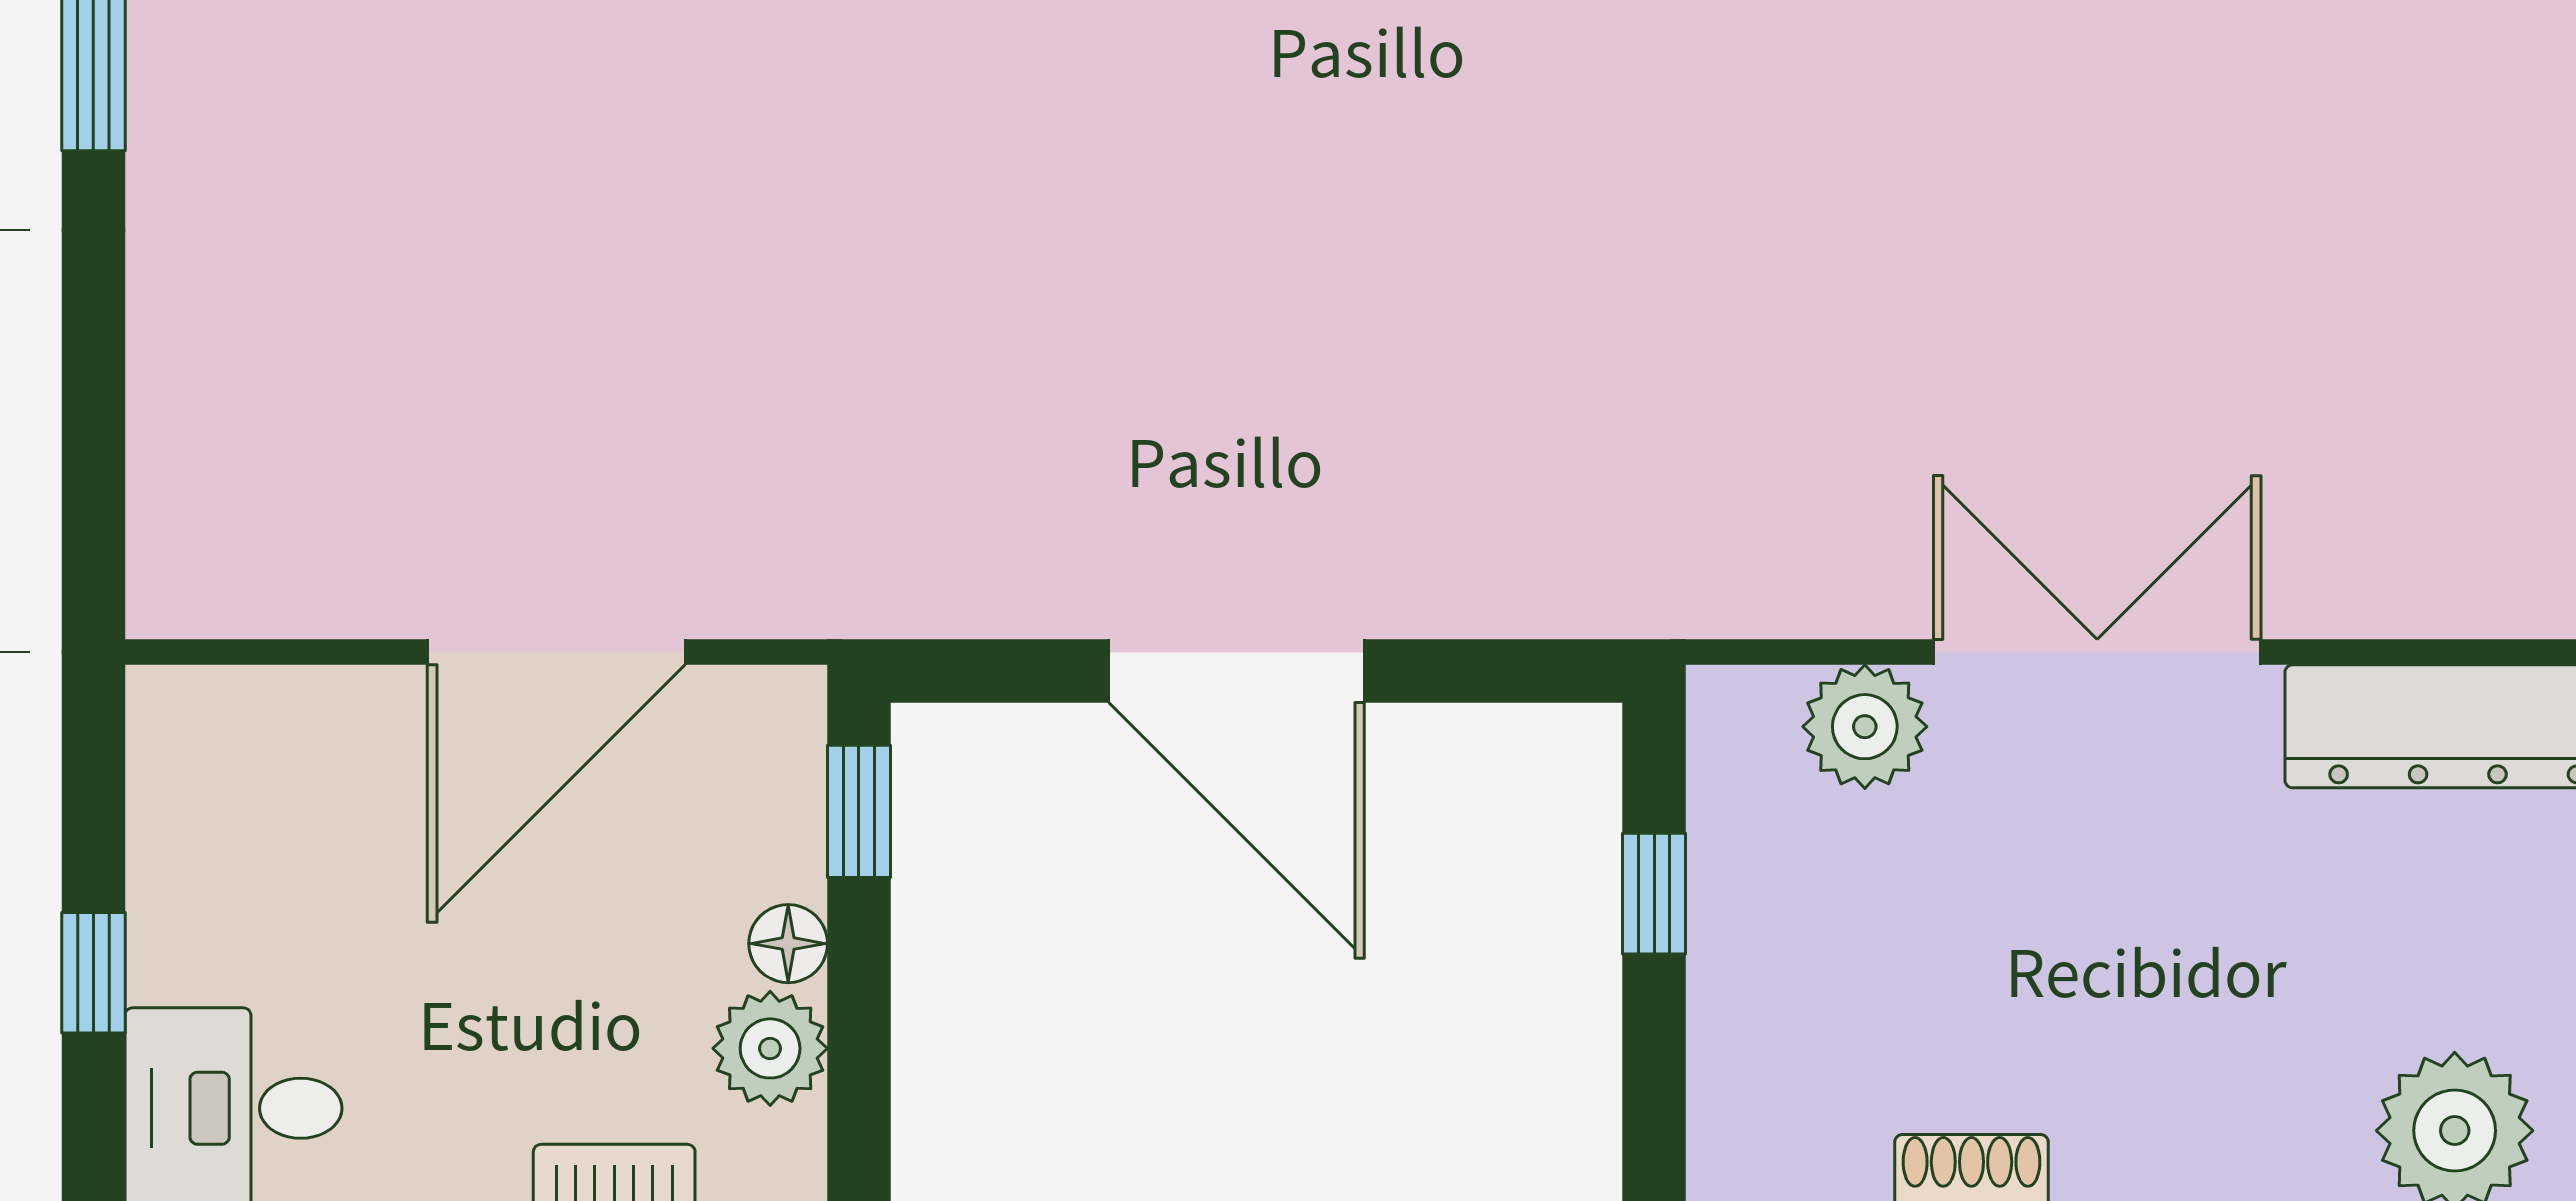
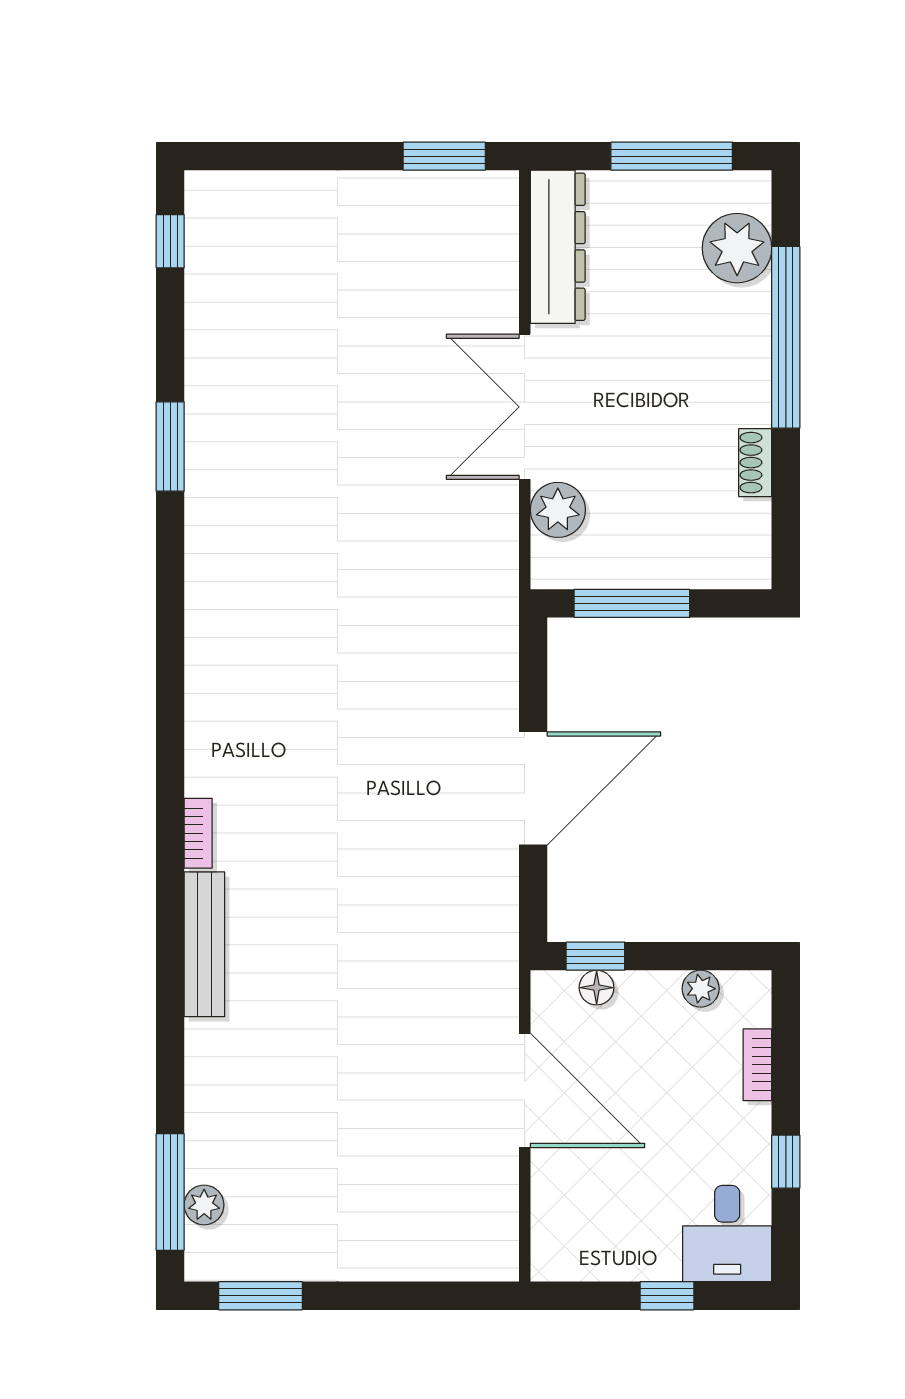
window: (1654, 894) -> (632, 603), width x2.17
floor lamp: (788, 944) -> (597, 988), moved
plant: (770, 1048) -> (701, 989), width x0.73, depth x0.73

